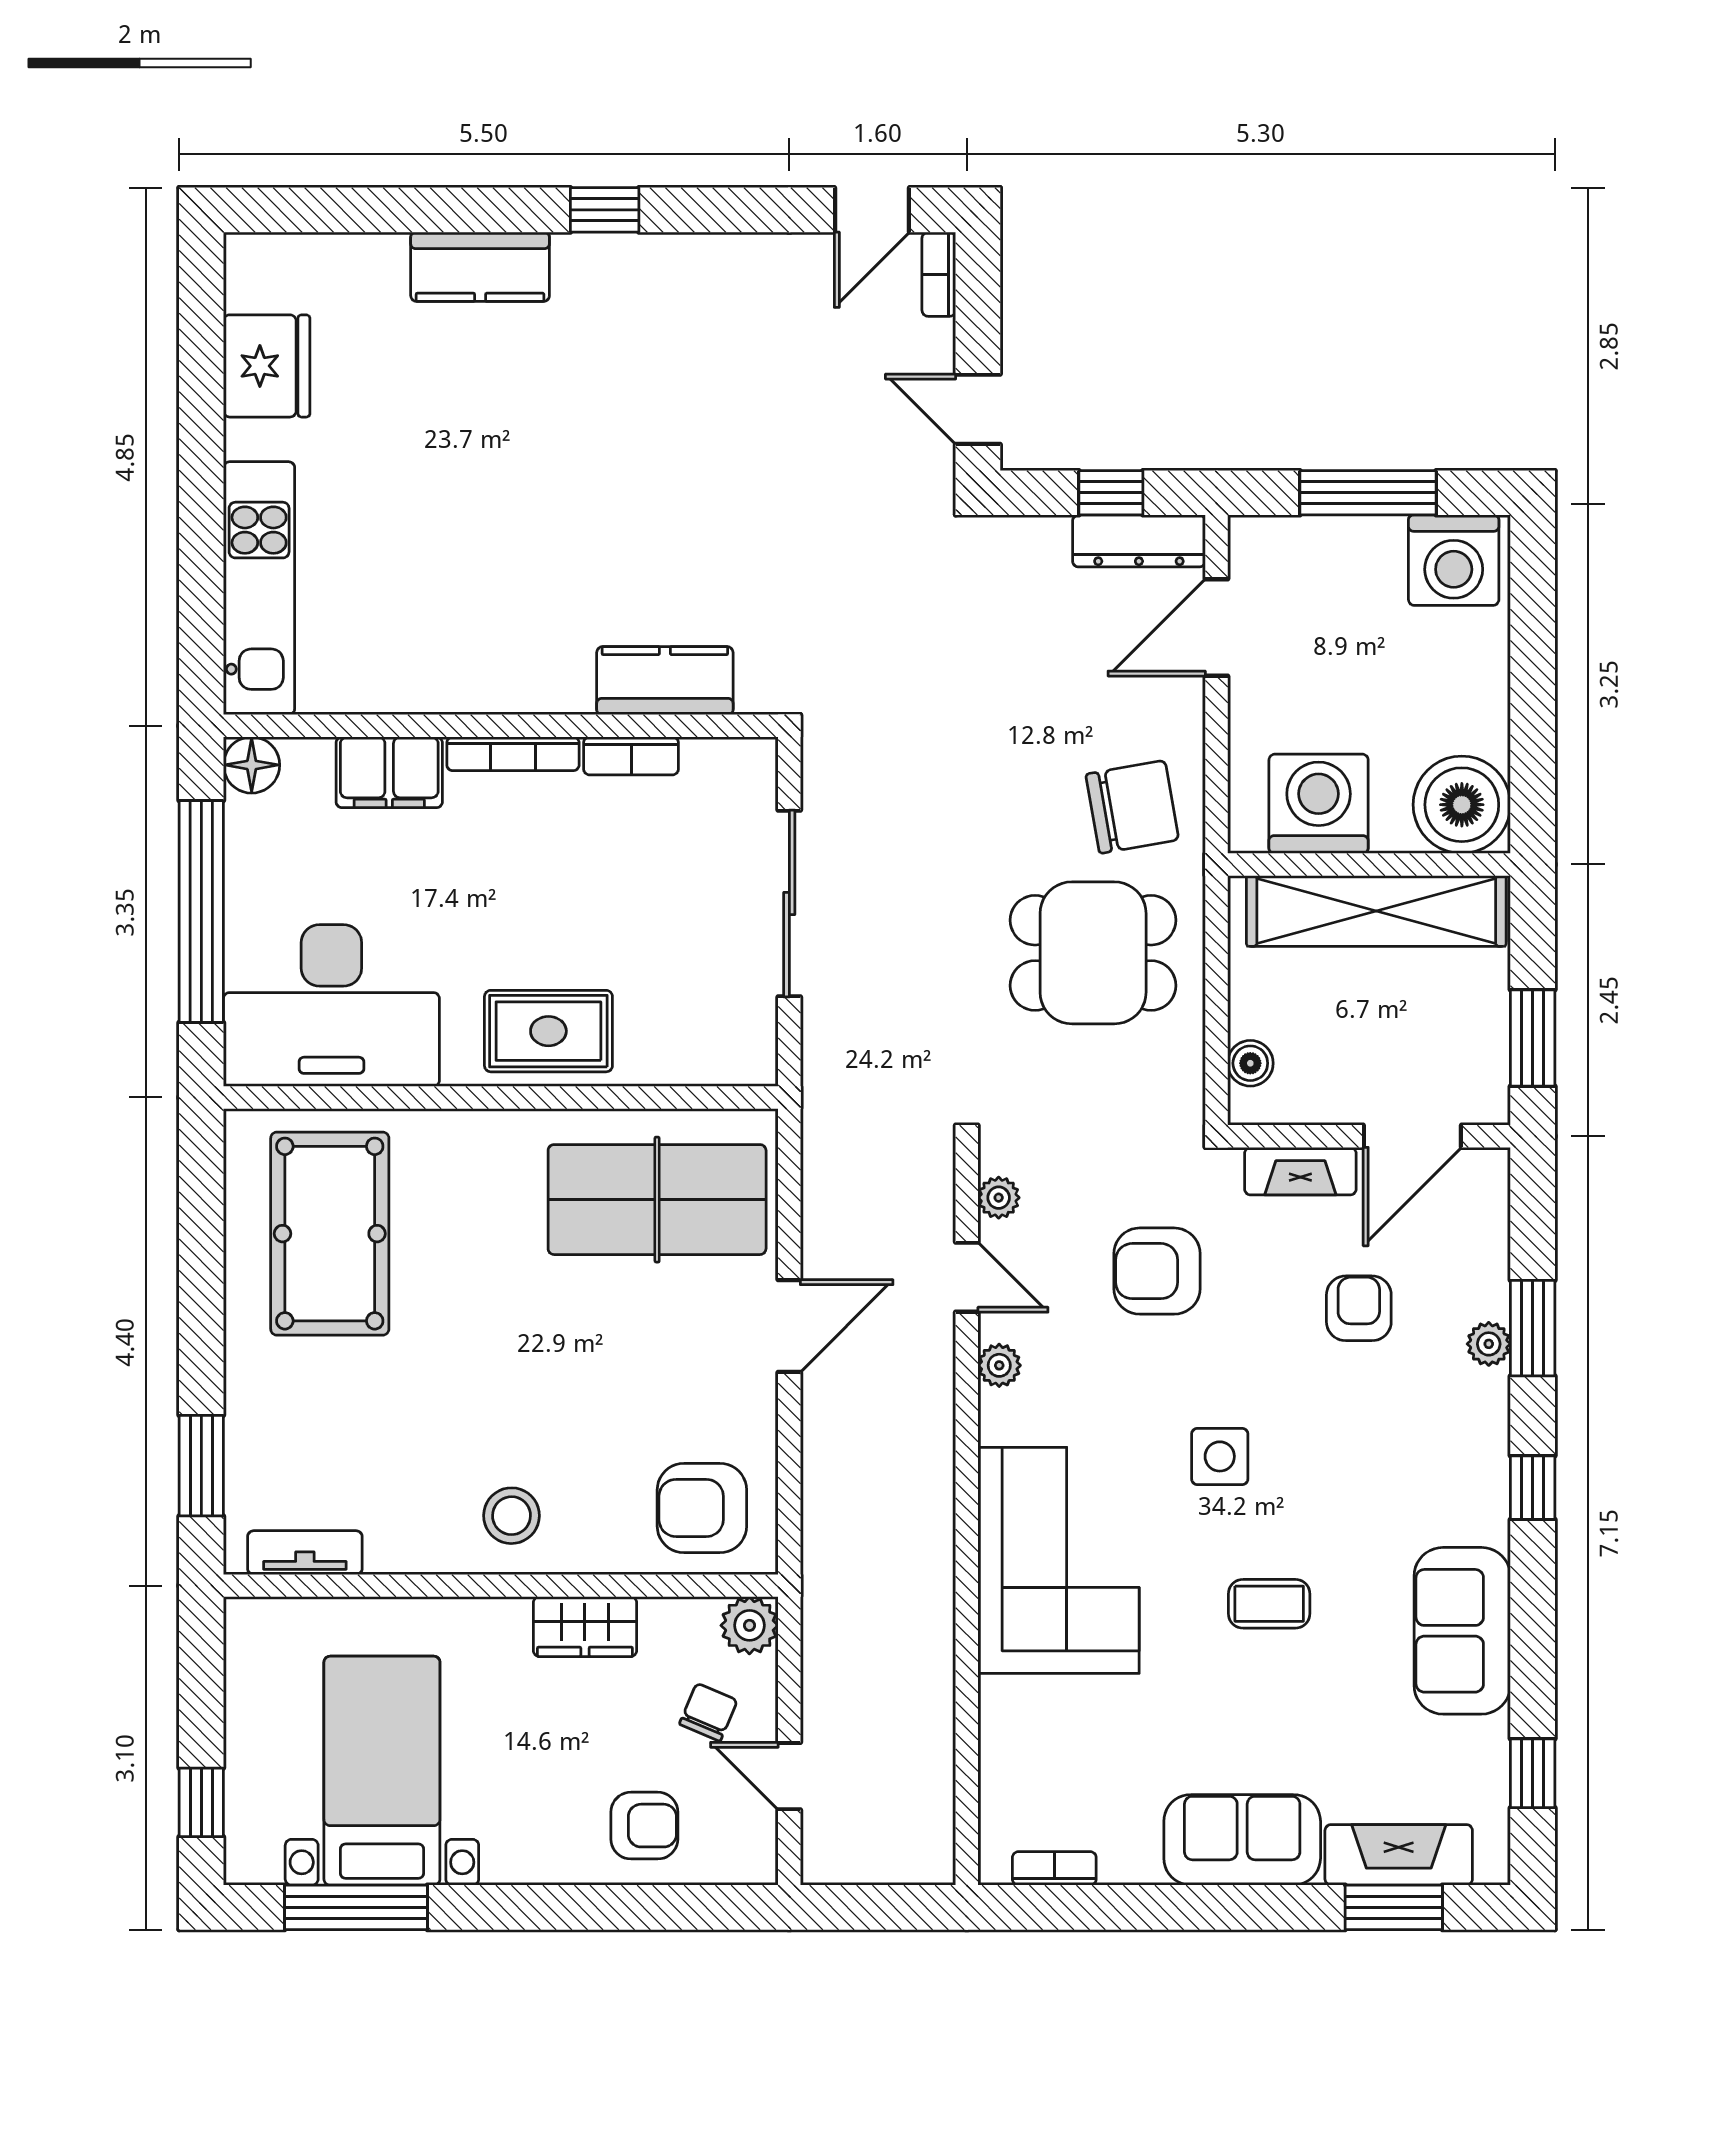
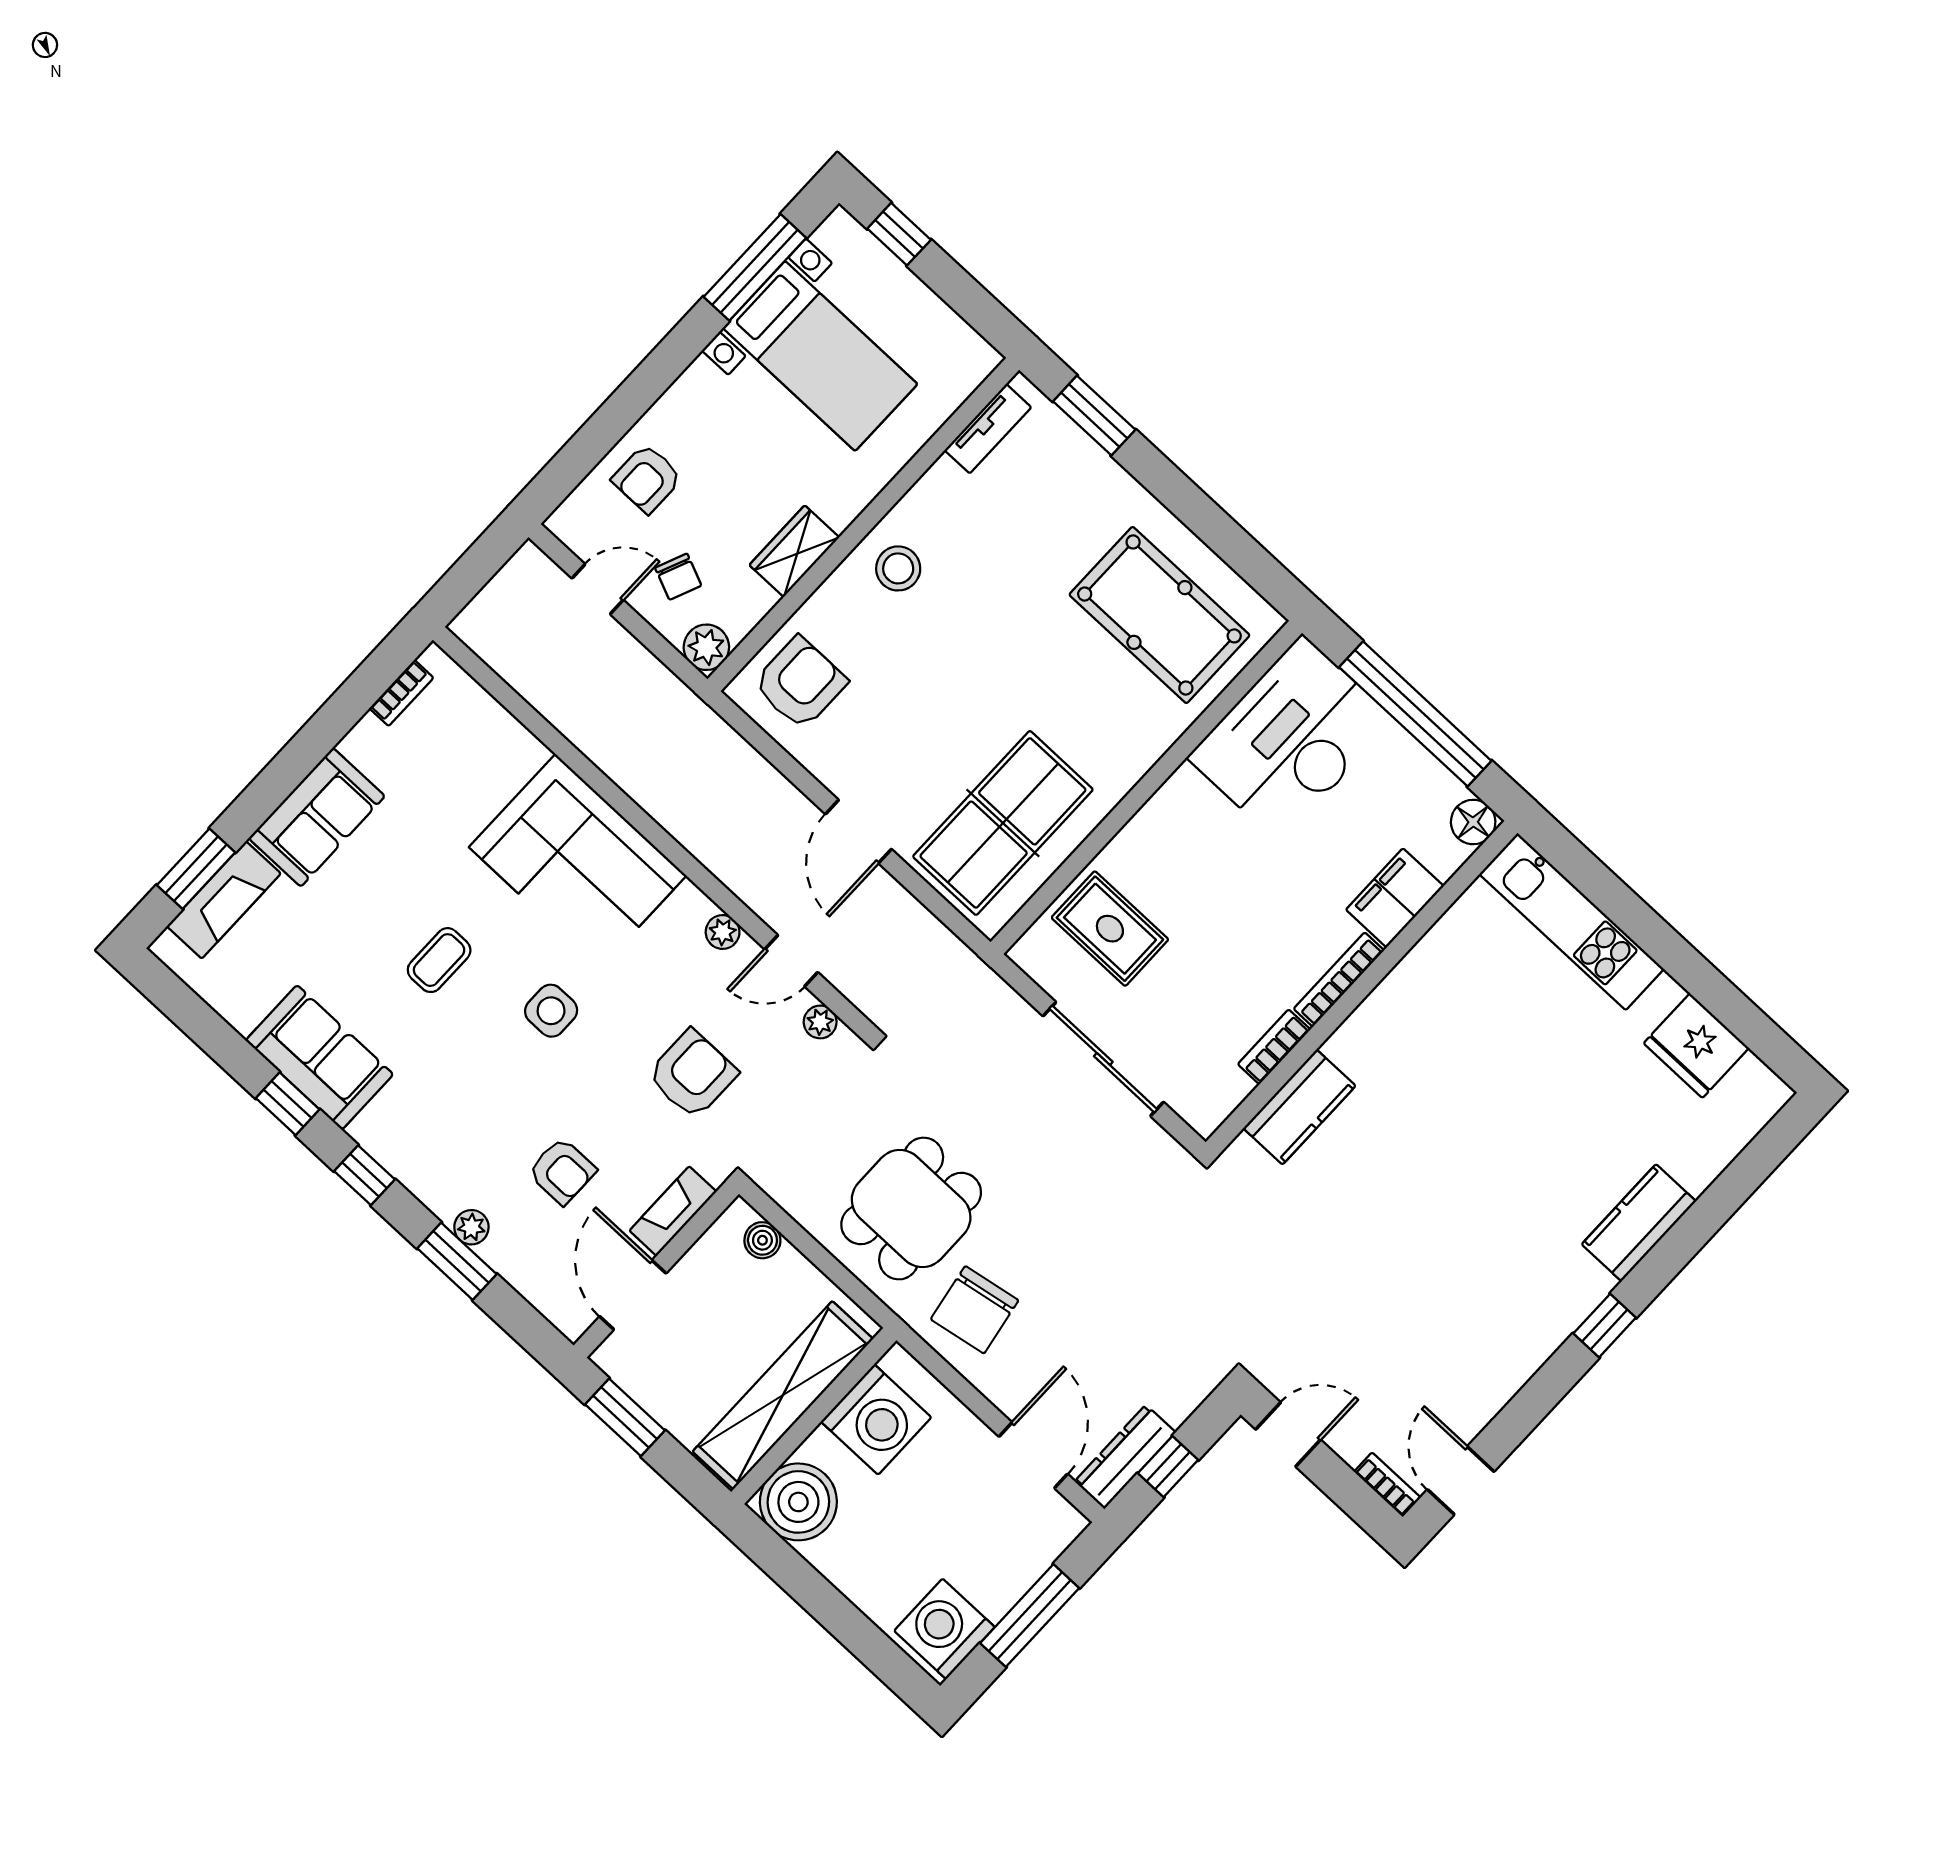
rug: (548, 1031) -> (1110, 929), moved, turned 90
window: (1533, 1773) -> (288, 1104), moved

